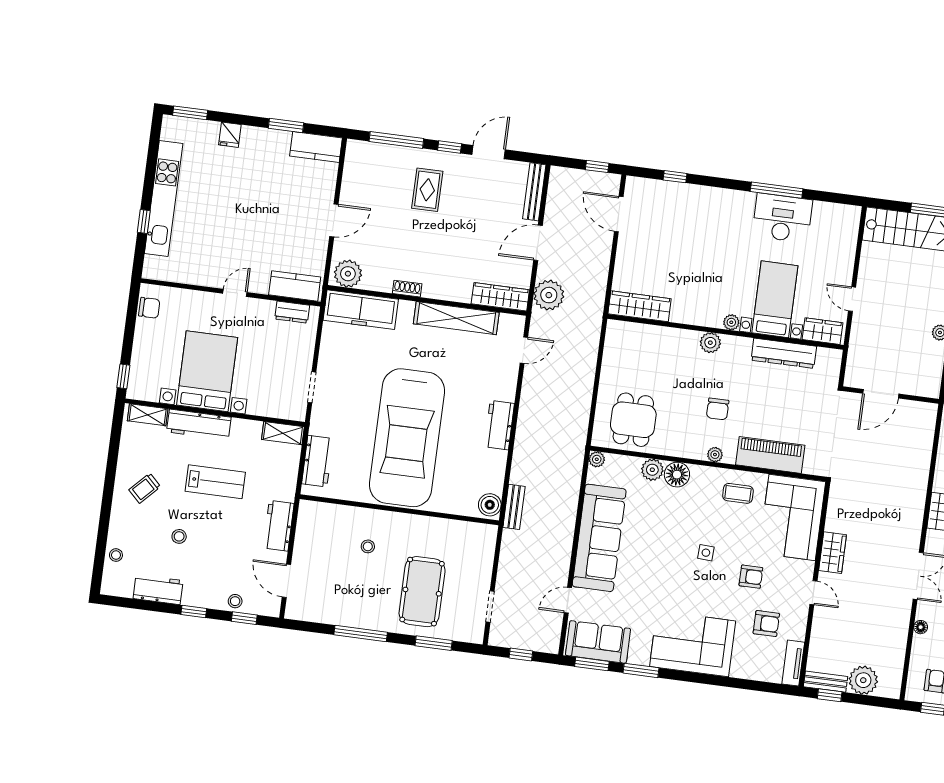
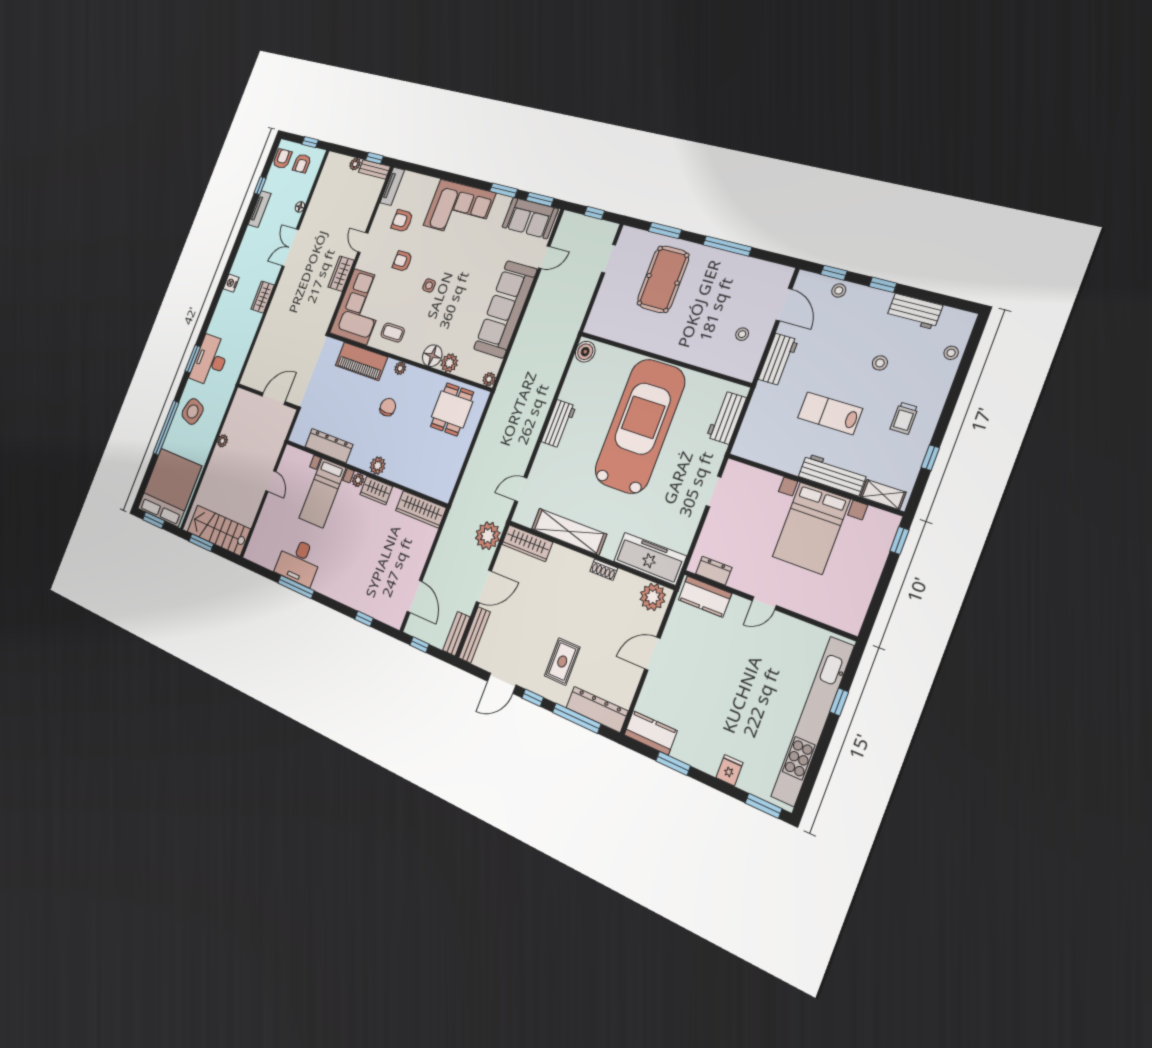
dresser: (377, 154) -> (597, 709), added
kitchen unit: (164, 199) -> (813, 721), width x1.36
chair: (149, 308) -> (855, 608), removed
wardrobe: (822, 331) -> (376, 490), moved
shelving: (283, 433) -> (752, 451), removed
window: (113, 456) -> (930, 458), added
trolley: (145, 488) -> (904, 418), turned 136
bench: (514, 507) -> (456, 634), moved
stool: (368, 546) -> (742, 334), moved
plant: (863, 680) -> (355, 164), width x0.53, depth x0.53

